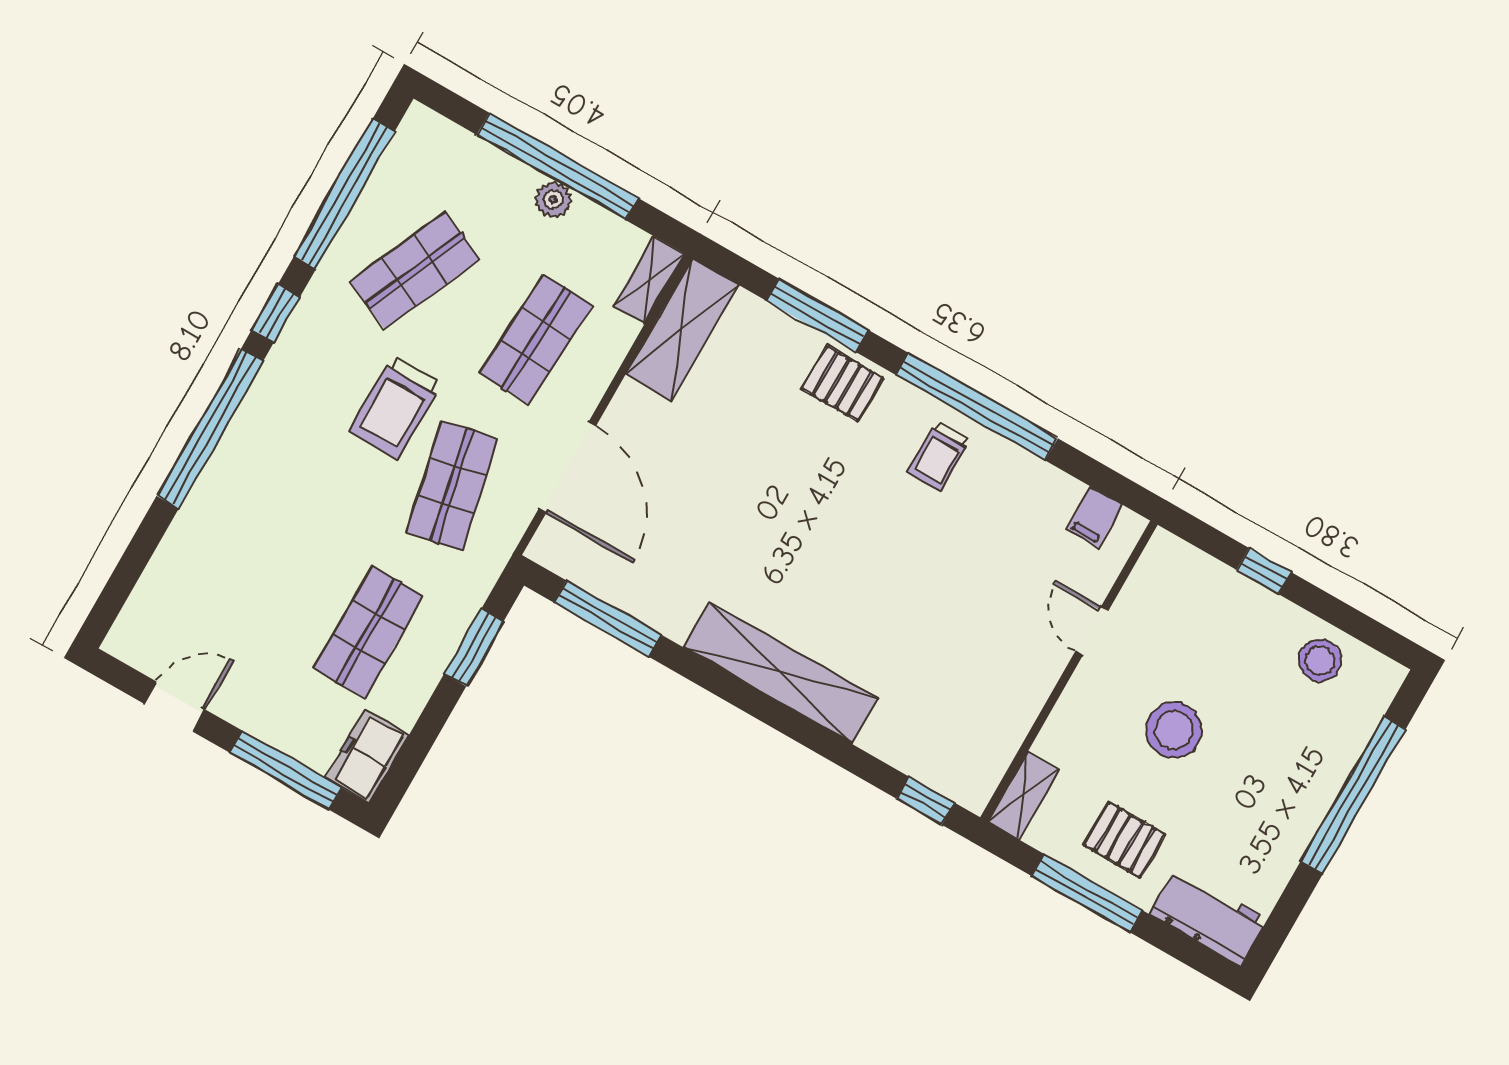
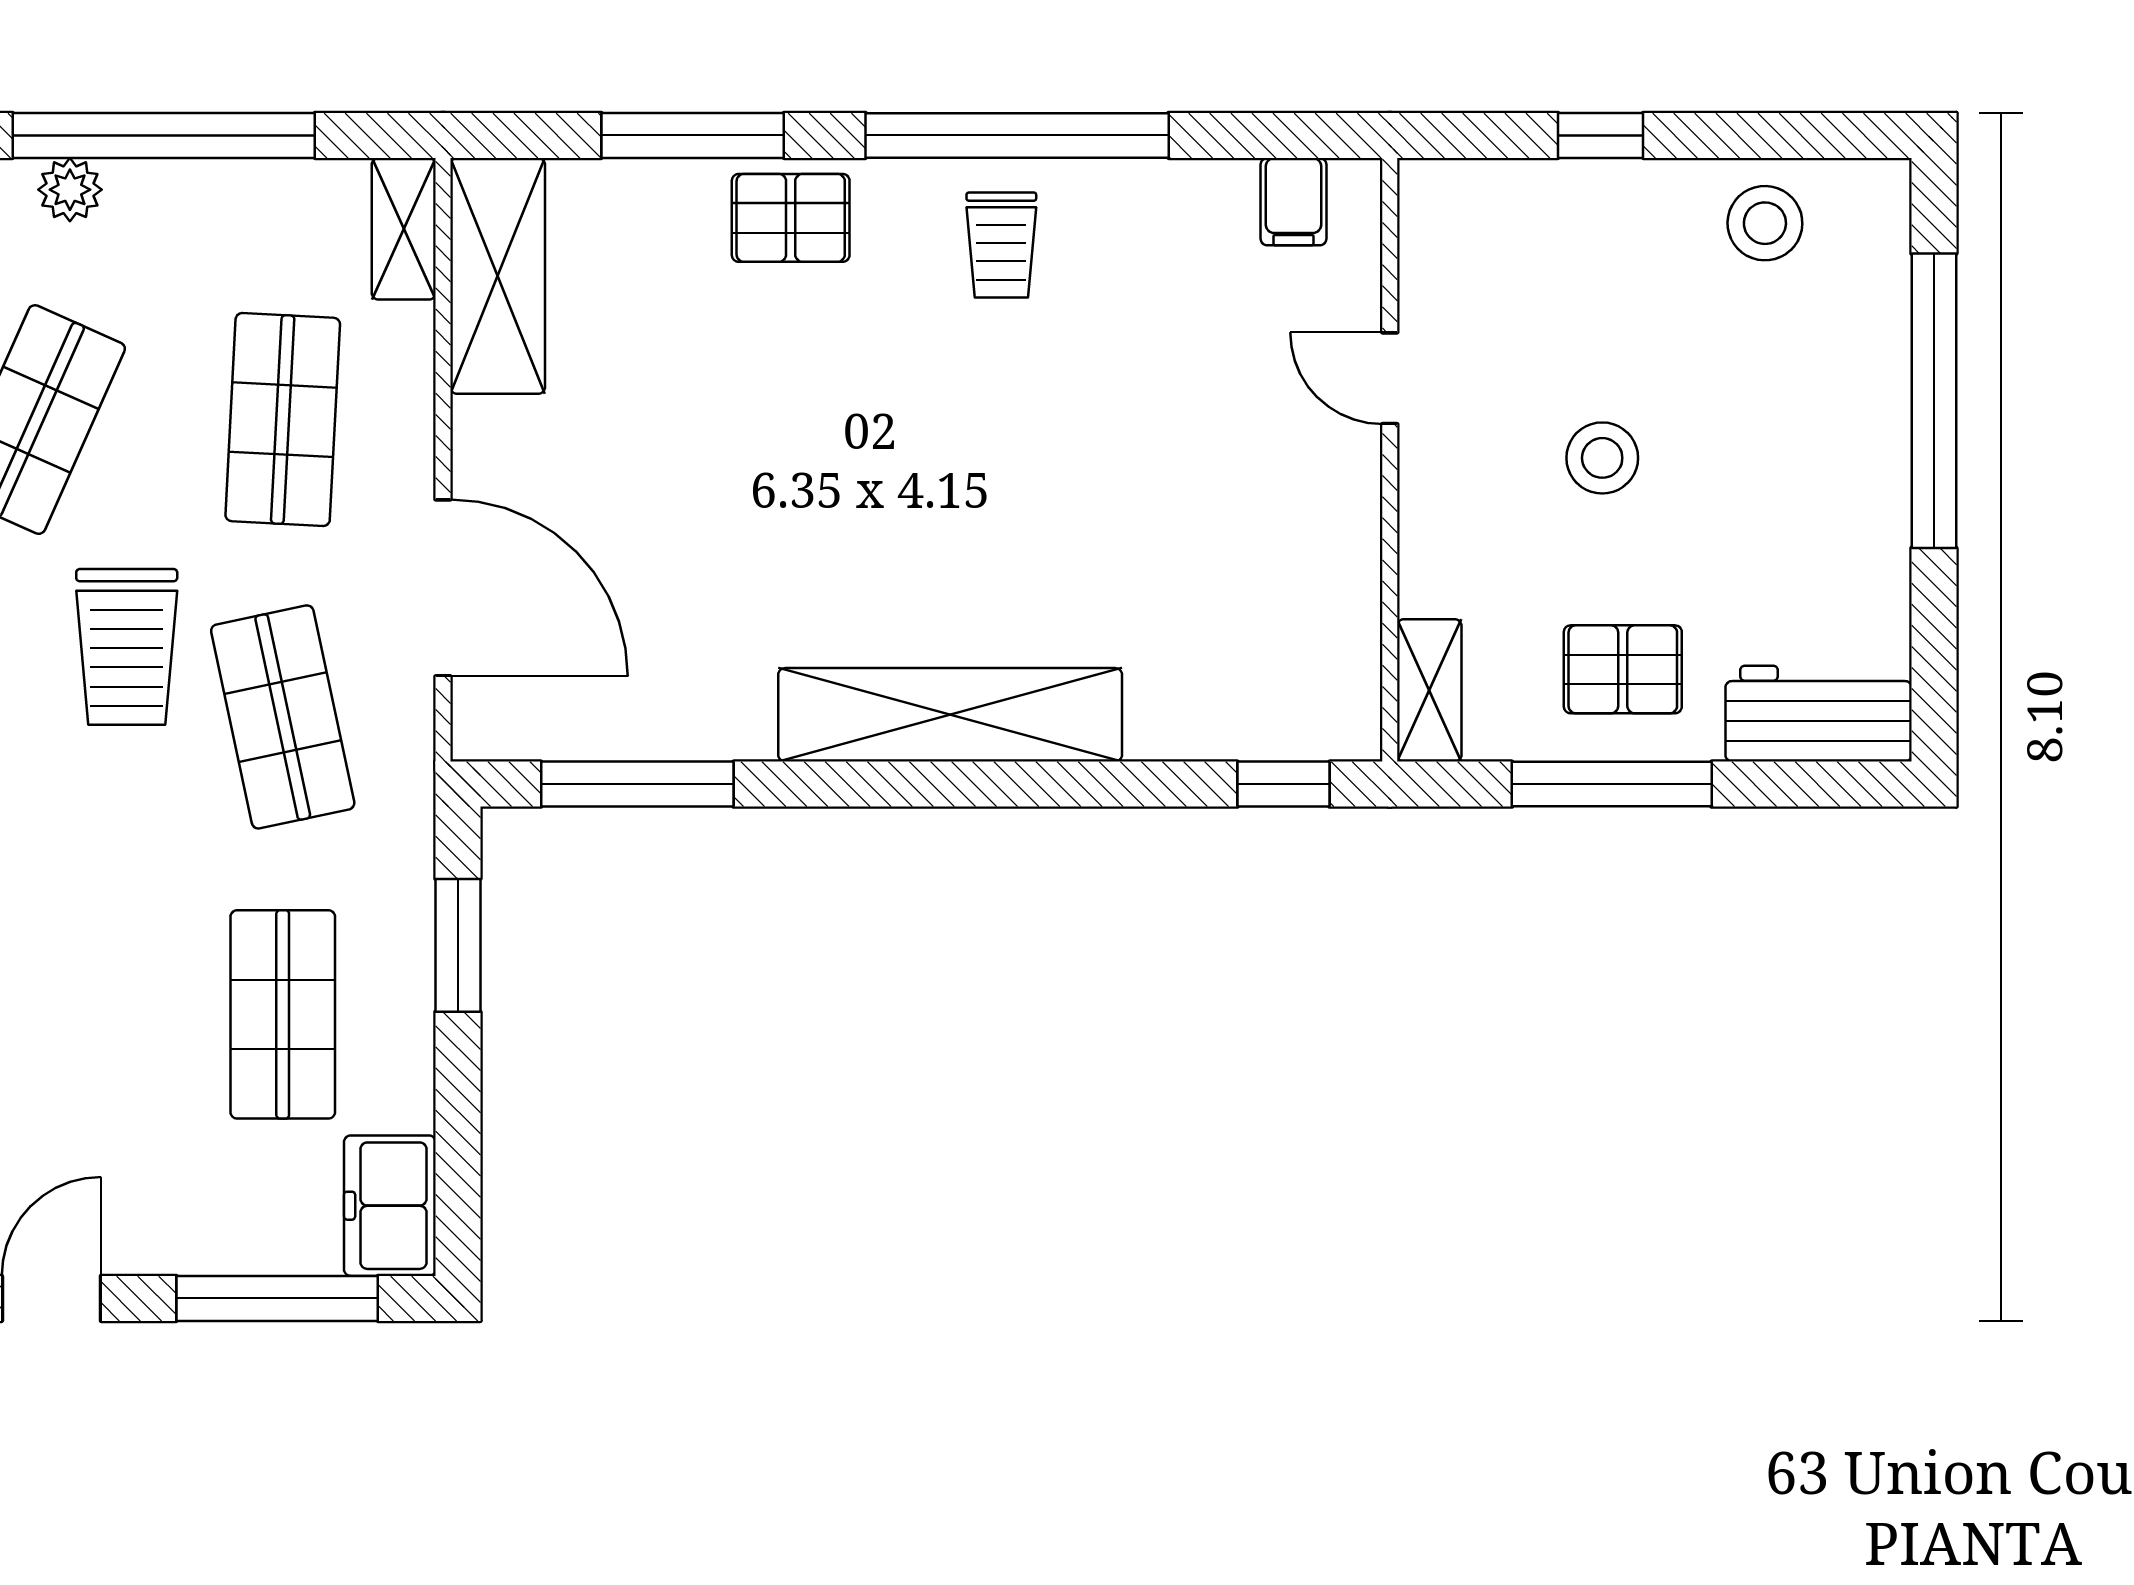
plant: (553, 199) -> (70, 190), moved
stool: (1174, 730) -> (1602, 458), width x0.73, depth x0.73

